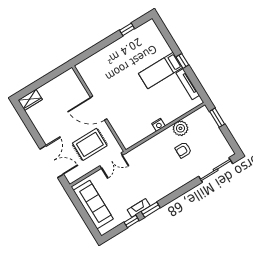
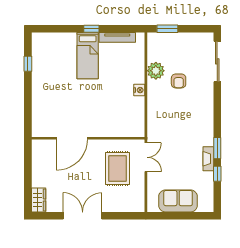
door: (99, 108) -> (72, 138), moved
double door: (52, 162) -> (83, 216), moved
sofa: (93, 205) -> (178, 201), width x0.73

